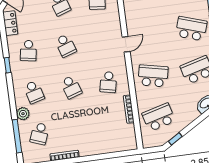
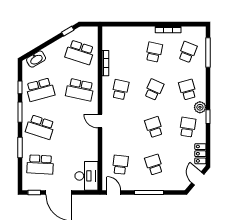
door: (126, 44) -> (100, 121), hinge flipped
school desk: (71, 87) -> (154, 90), turned 42
plant: (23, 114) -> (200, 107), moved
school desk: (159, 117) -> (80, 52), turned 33
school desk: (77, 129) -> (154, 52), added

